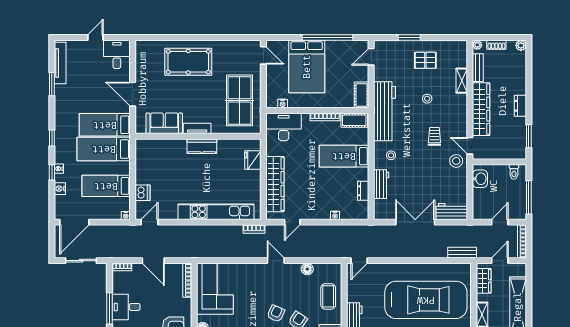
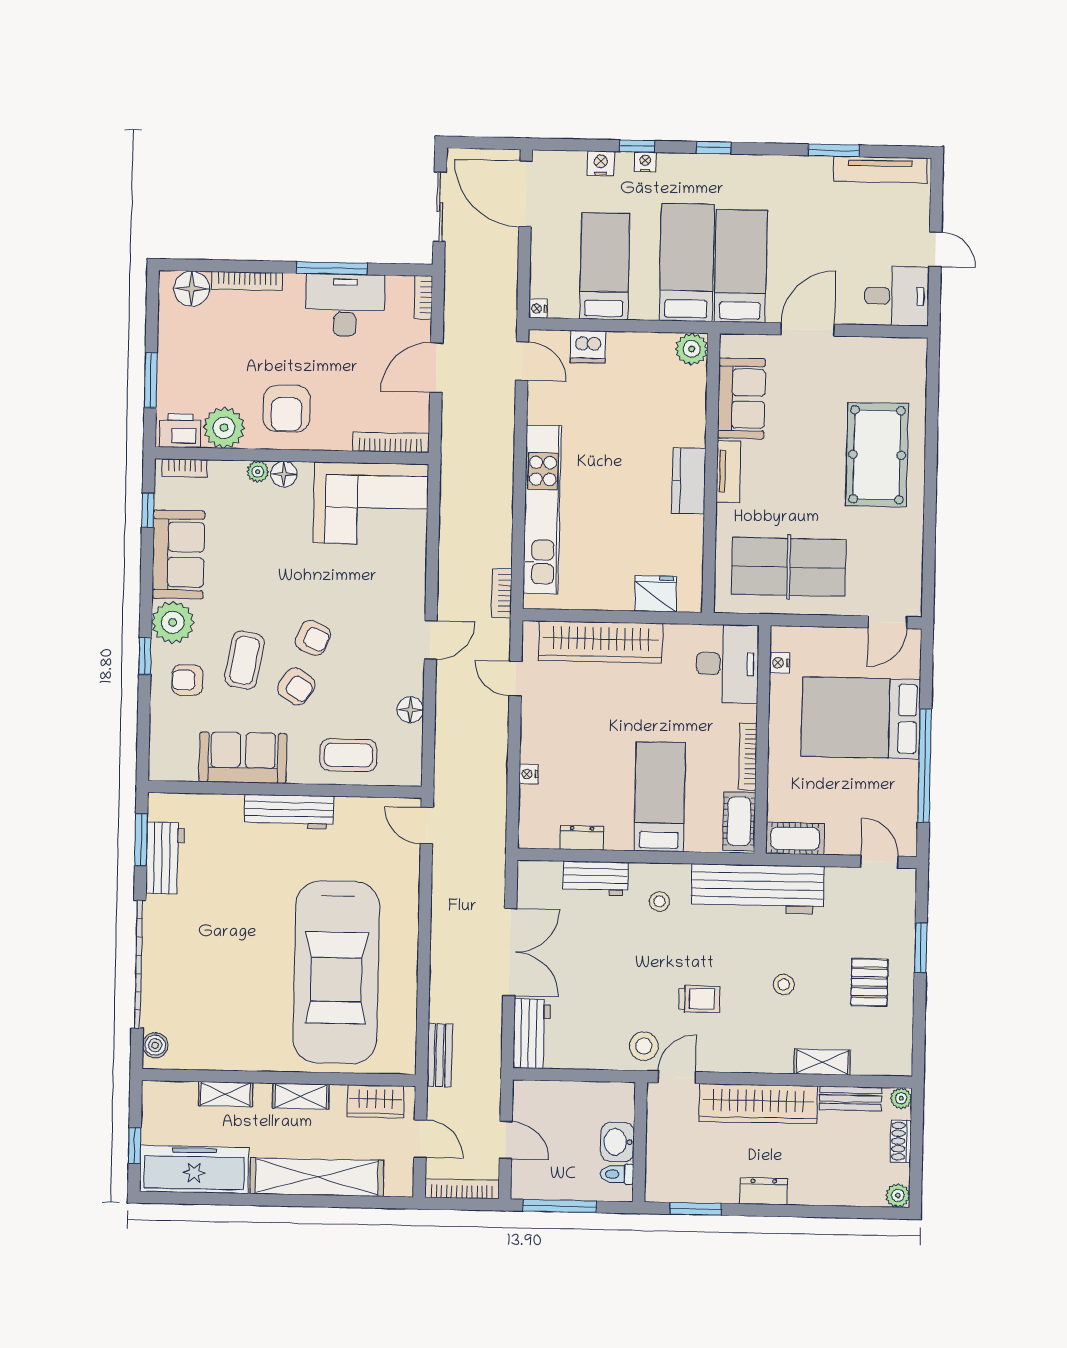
plant: (142, 146) -> (692, 349), added
washbasin: (480, 179) -> (617, 1142), moved, turned 90
desk: (126, 307) -> (345, 305), width x1.37

